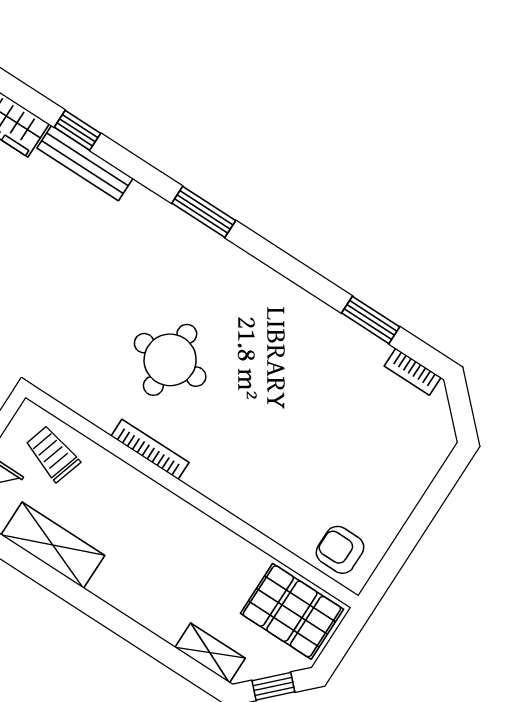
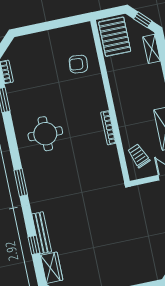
round table: (170, 360) -> (45, 134), moved
trolley: (53, 454) -> (139, 156), turned 141
armchair: (340, 550) -> (78, 64), moved, turned 96

